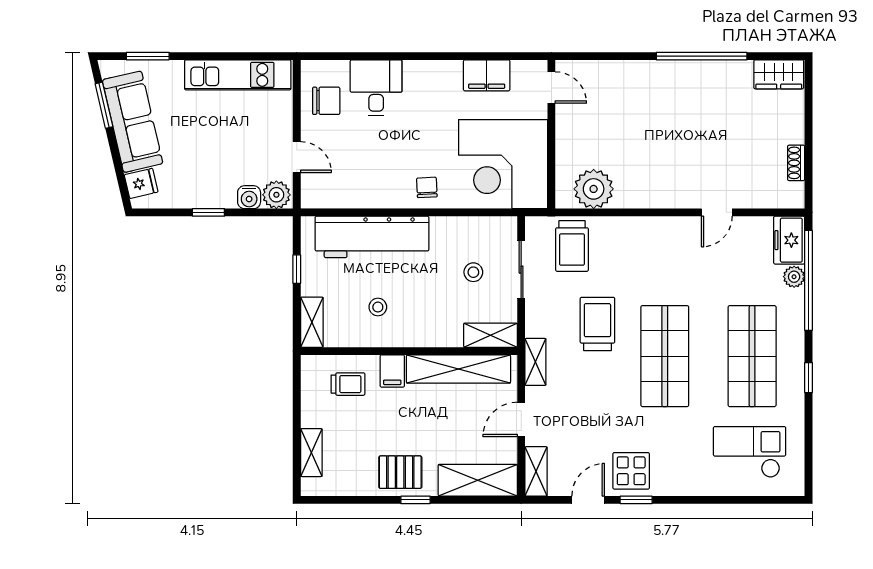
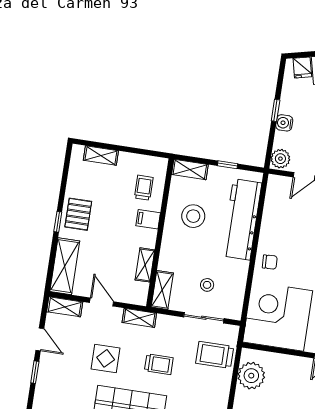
water cooler: (249, 197) -> (284, 123), moved
stool: (378, 307) -> (193, 216), width x1.89, depth x1.89
trolley: (597, 324) -> (159, 364), width x0.73, depth x0.72
shelving: (458, 369) -> (145, 265), width x0.45, depth x0.75
trolley: (348, 384) -> (144, 188), turned 180
display table: (631, 471) -> (106, 358), moved

